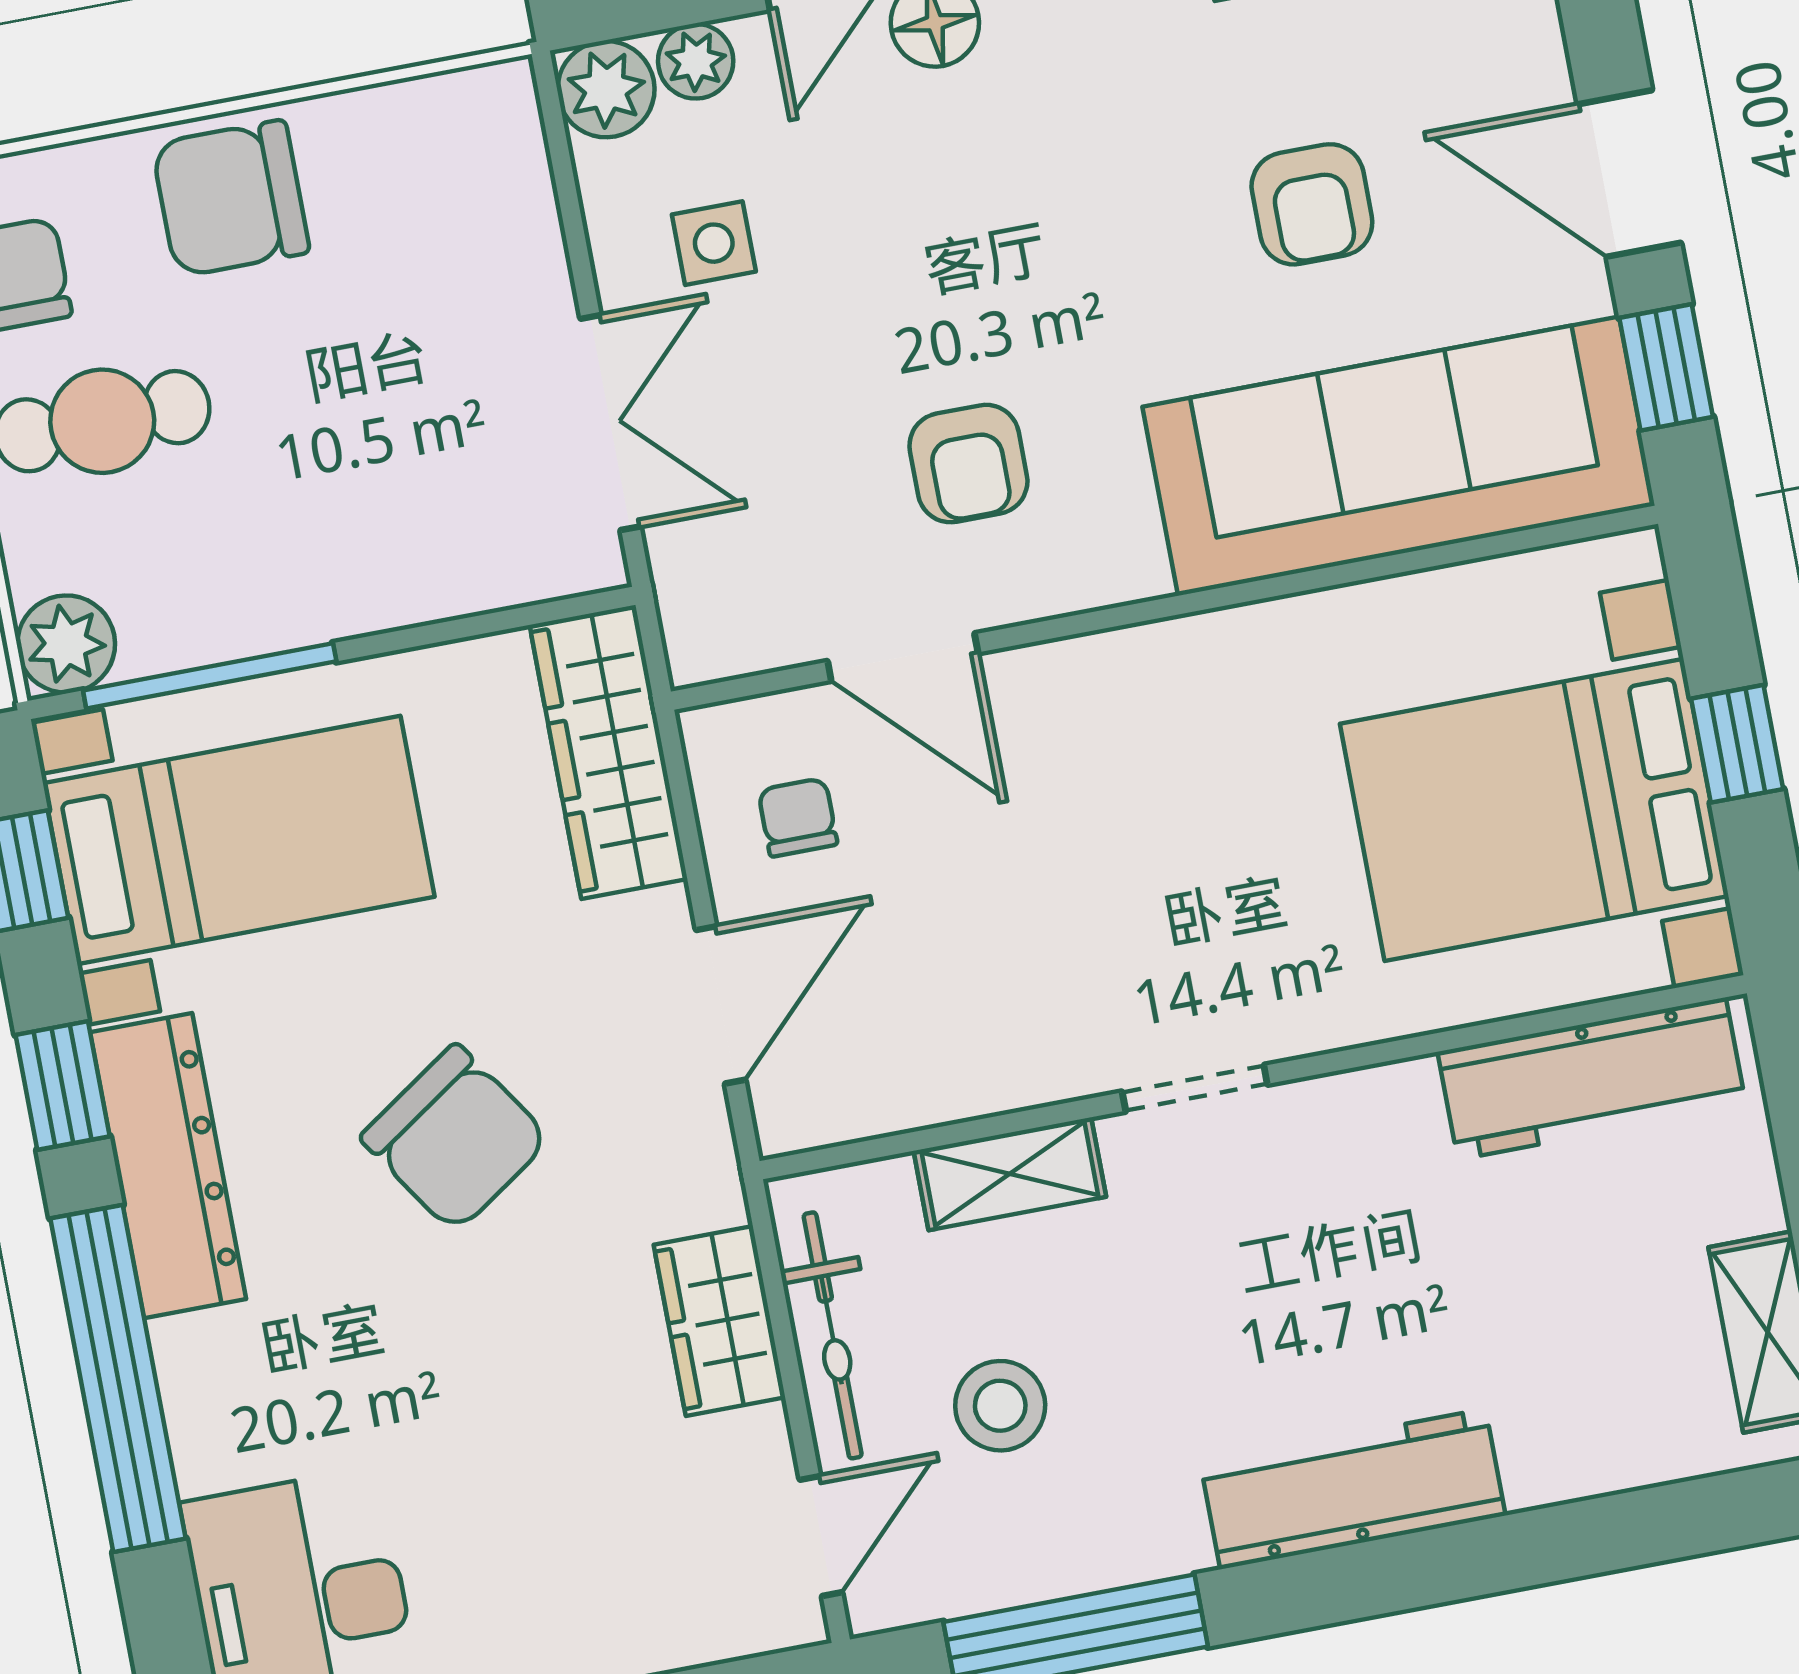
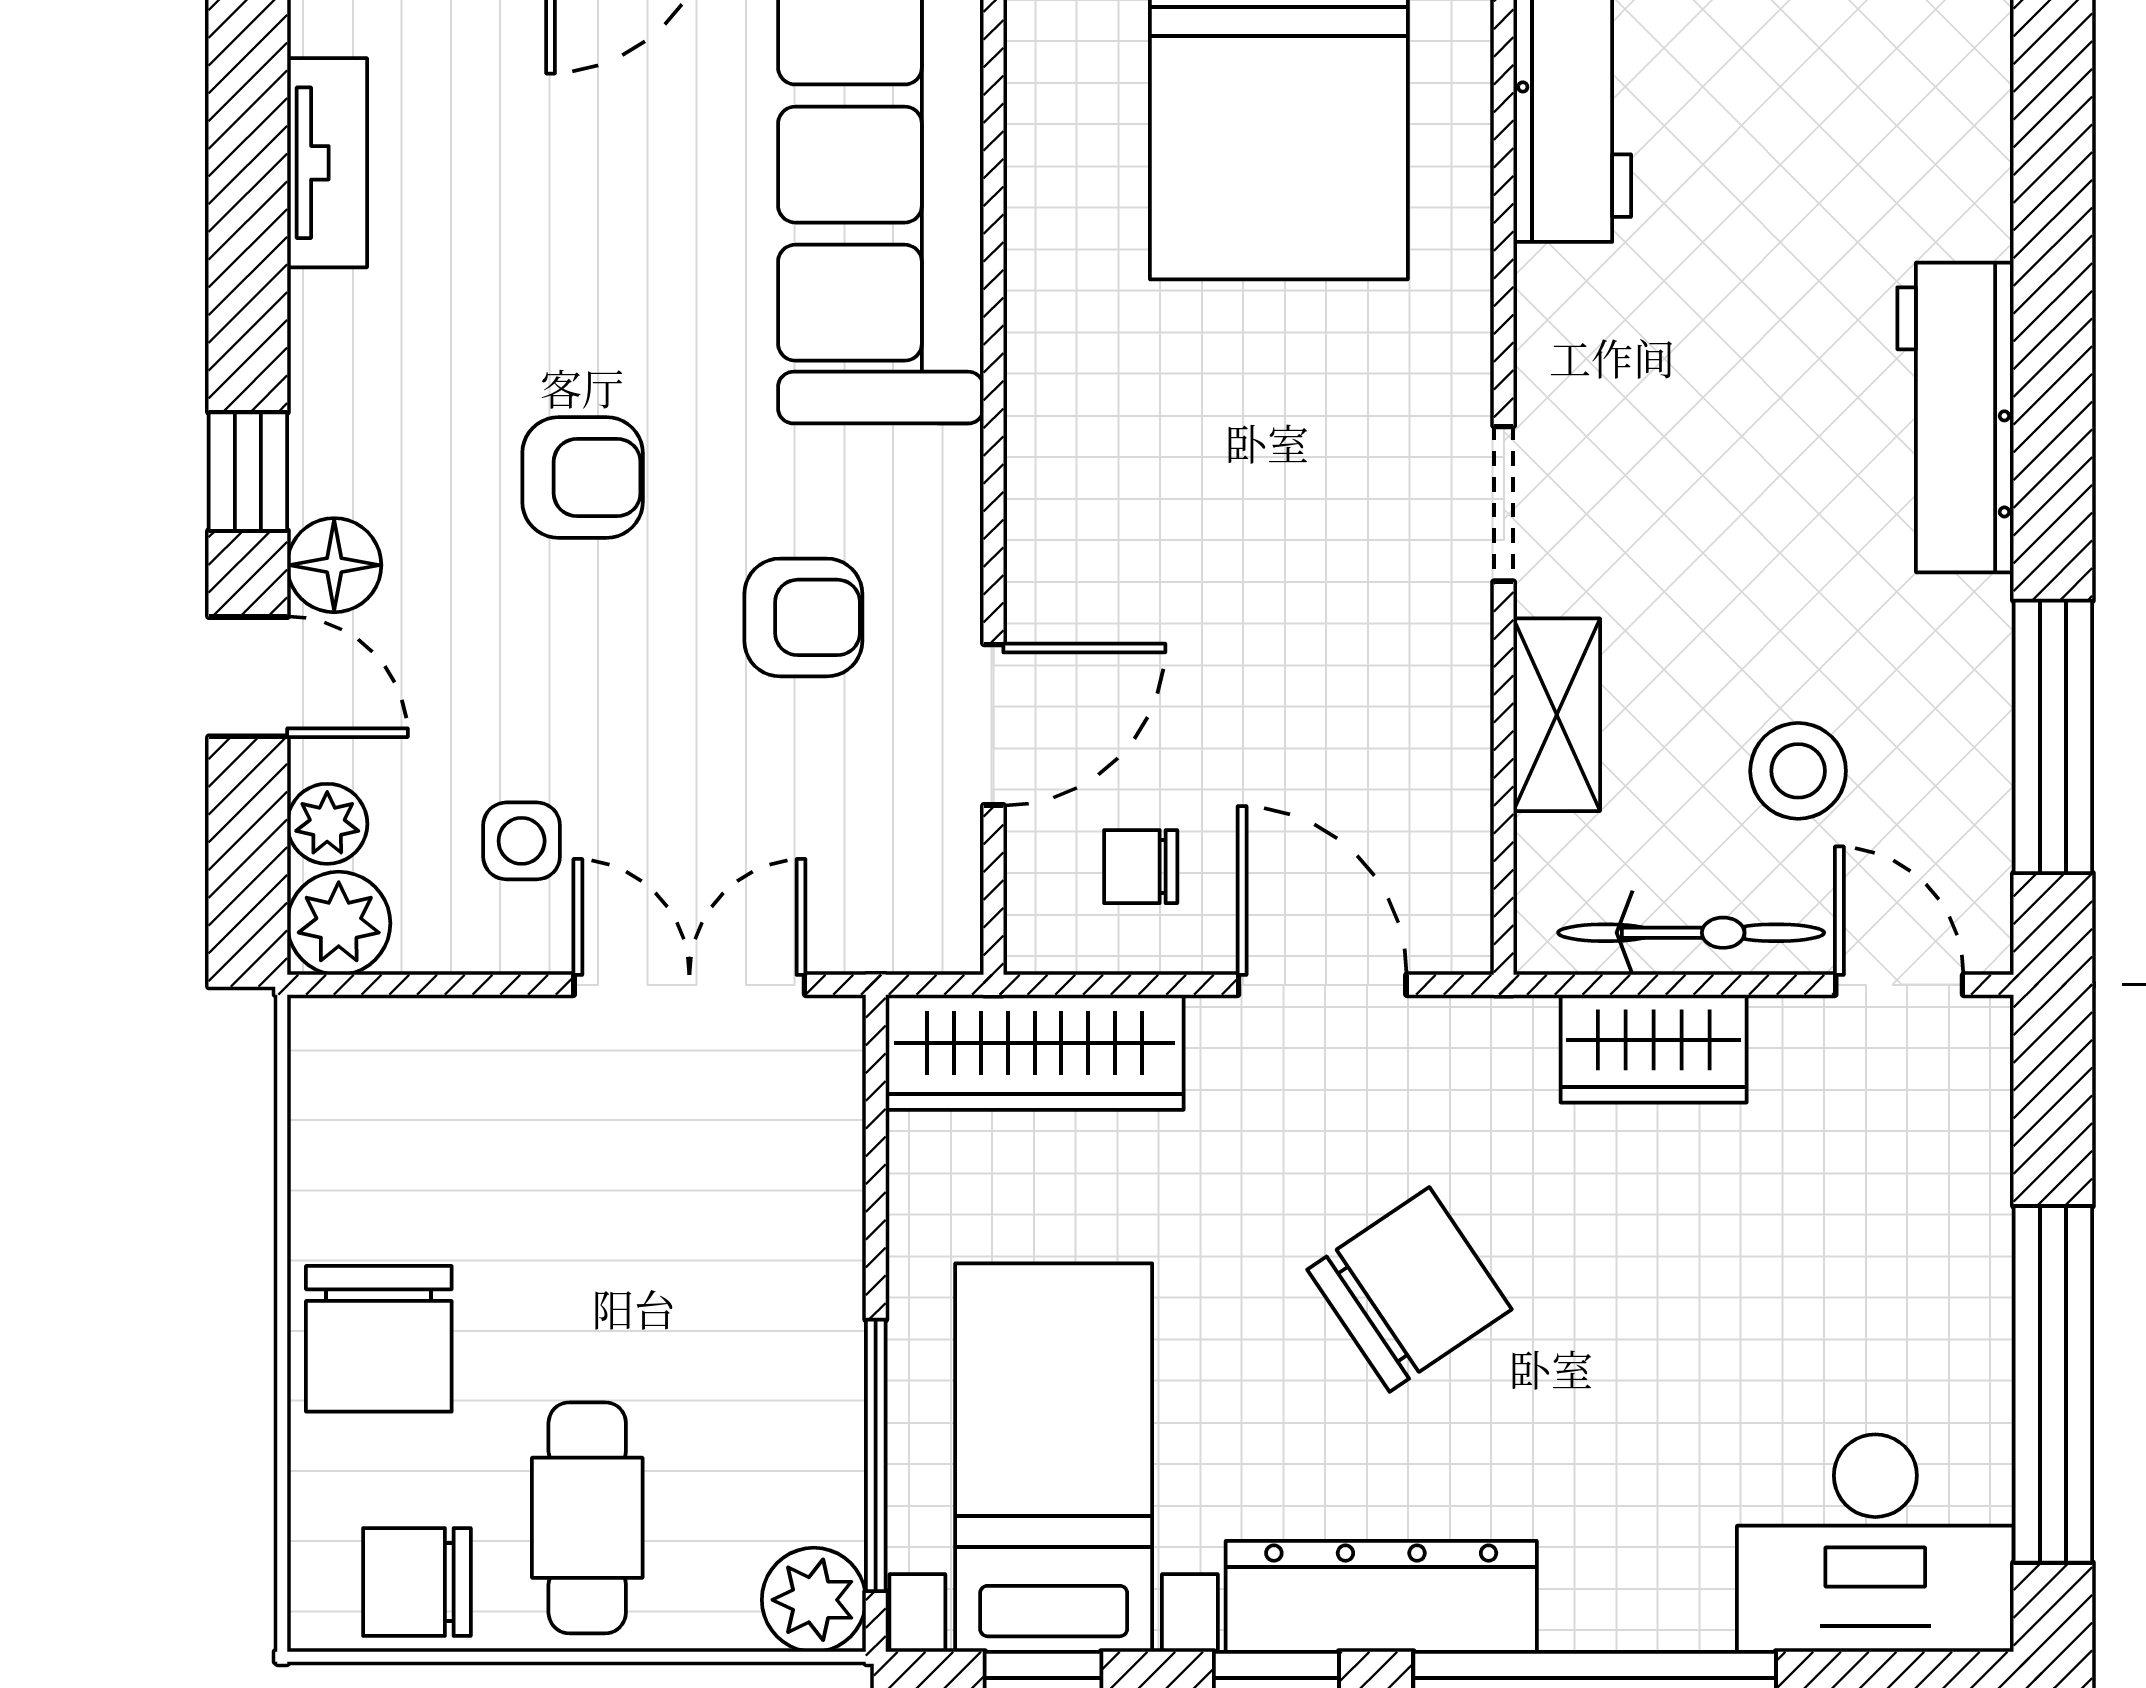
armchair: (1312, 204) -> (583, 478), moved

